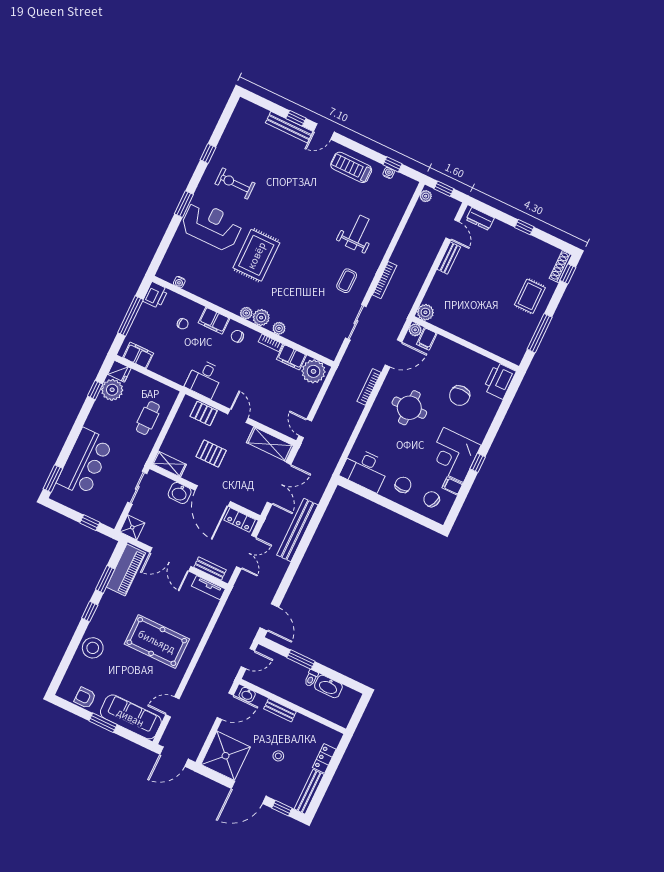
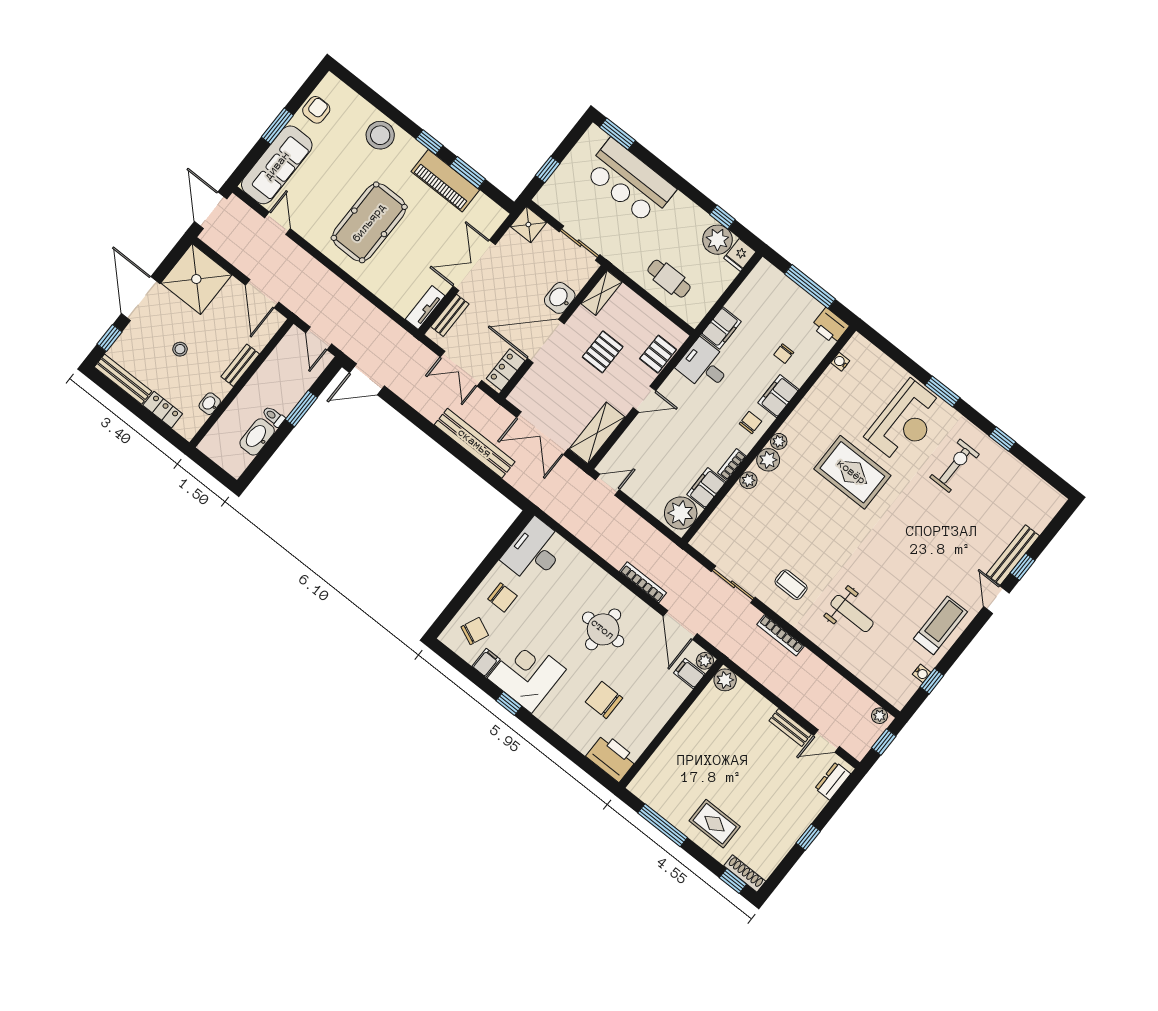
filing cabinet: (138, 355) -> (721, 328), moved
piano: (126, 570) -> (445, 181), moved
washbasin: (247, 695) -> (210, 404), moved

